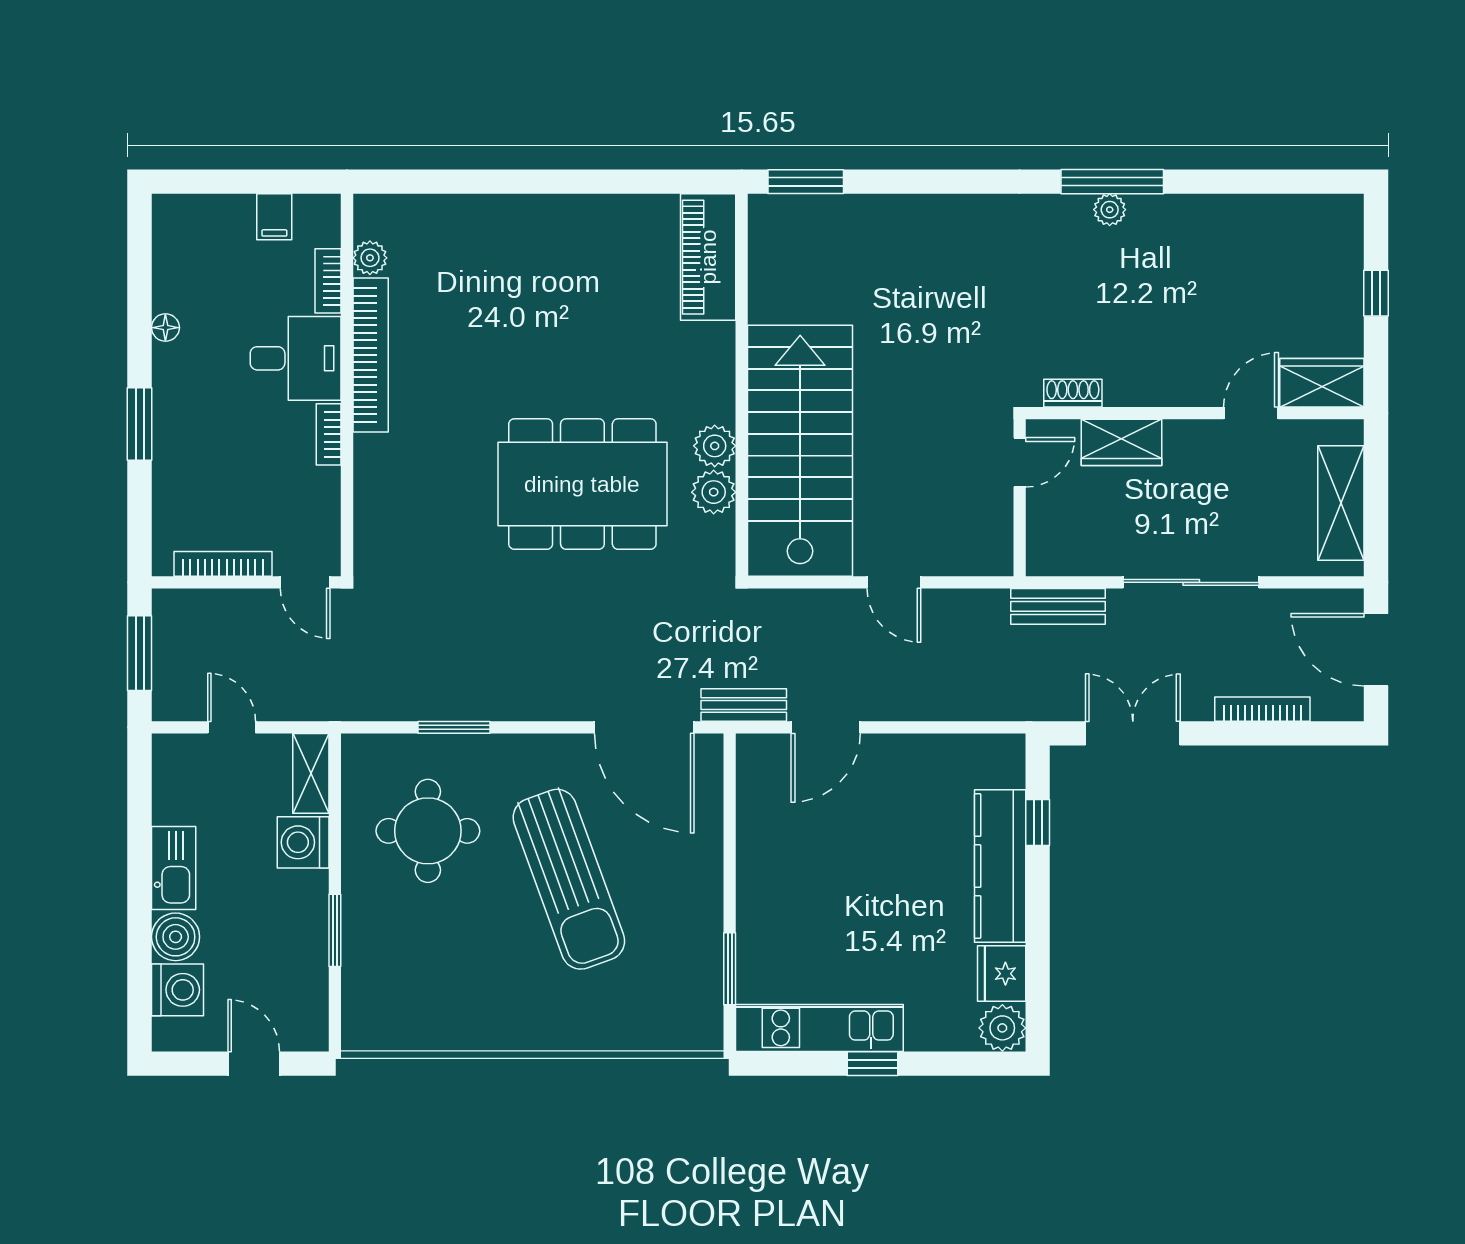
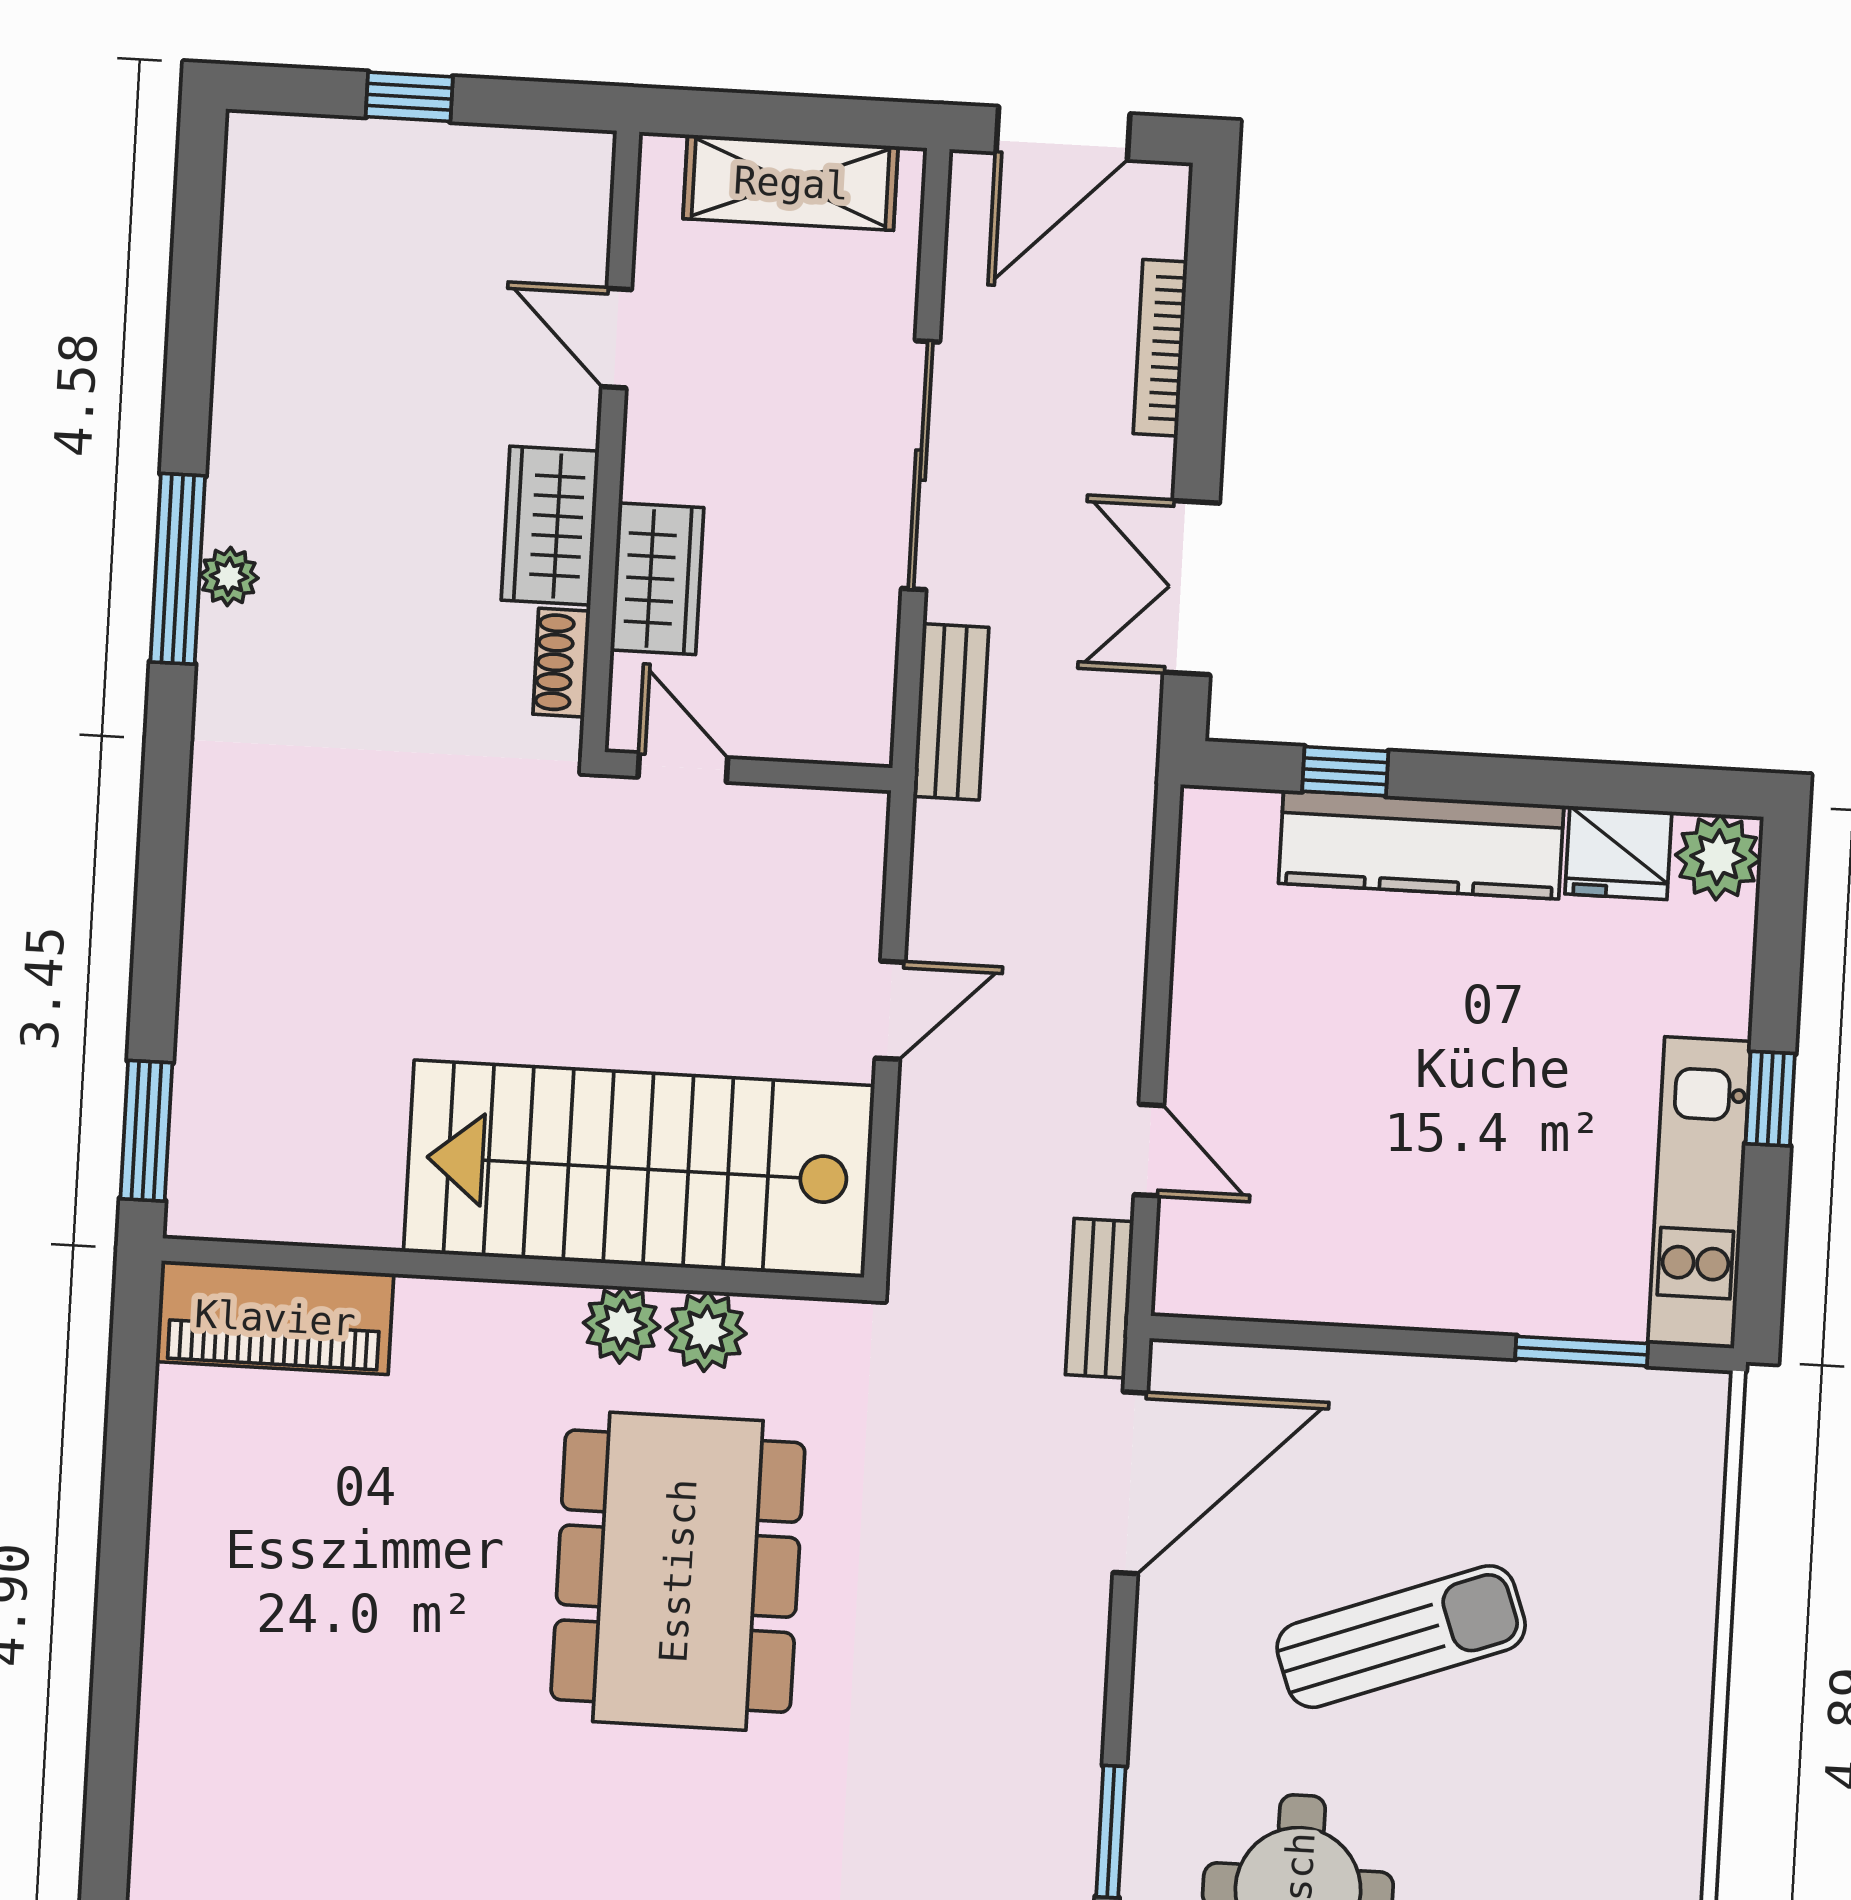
wardrobe: (1322, 383) -> (550, 526), moved
door: (826, 727) -> (1149, 1150), width x0.73
sun lounger: (569, 879) -> (1401, 1637), width x0.73, depth x0.75

